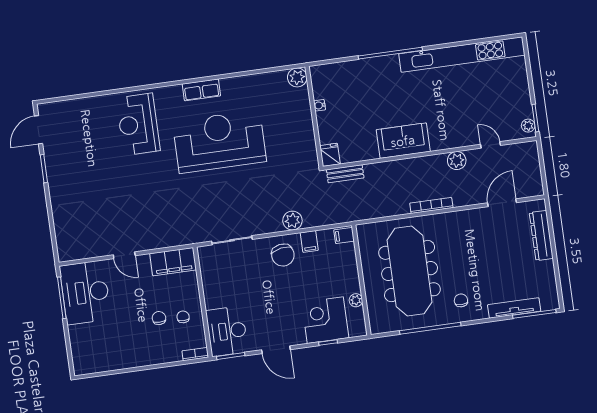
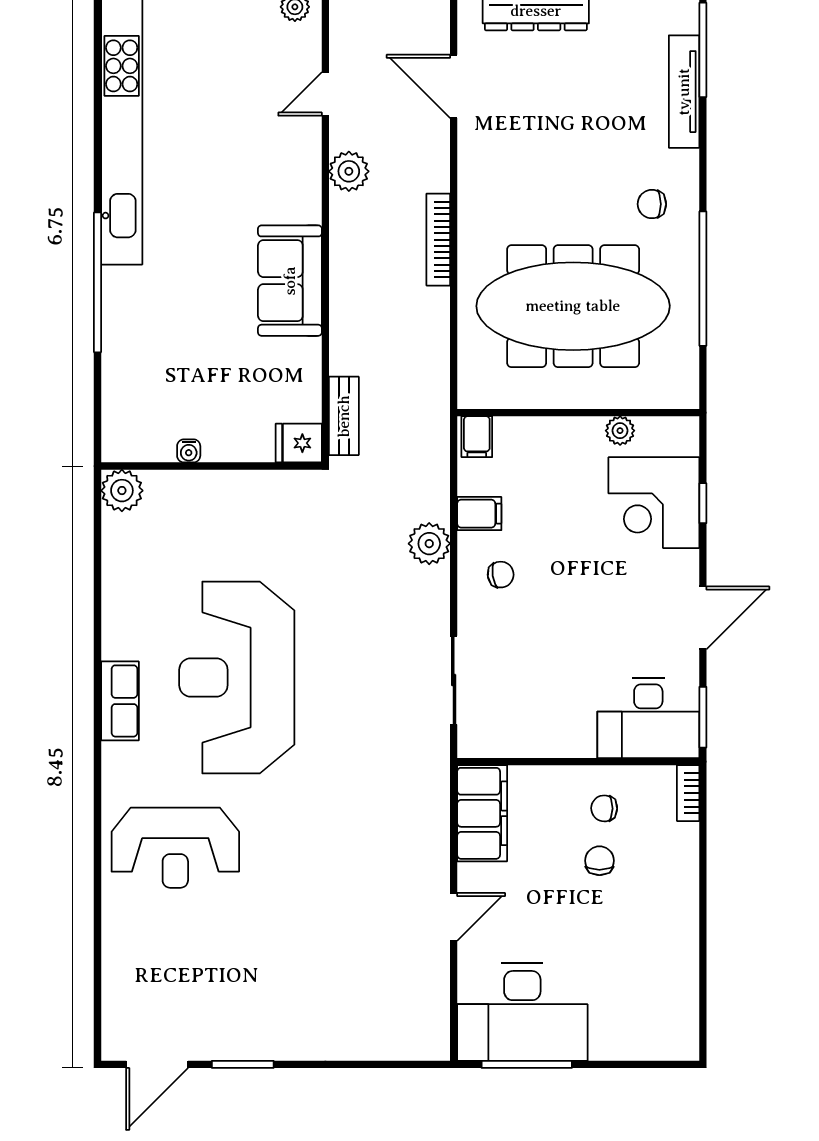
door: (38, 130) -> (157, 1064), hinge flipped
chair: (283, 255) -> (501, 575), width x0.54, depth x0.54
chair: (159, 318) -> (599, 861), turned 90

